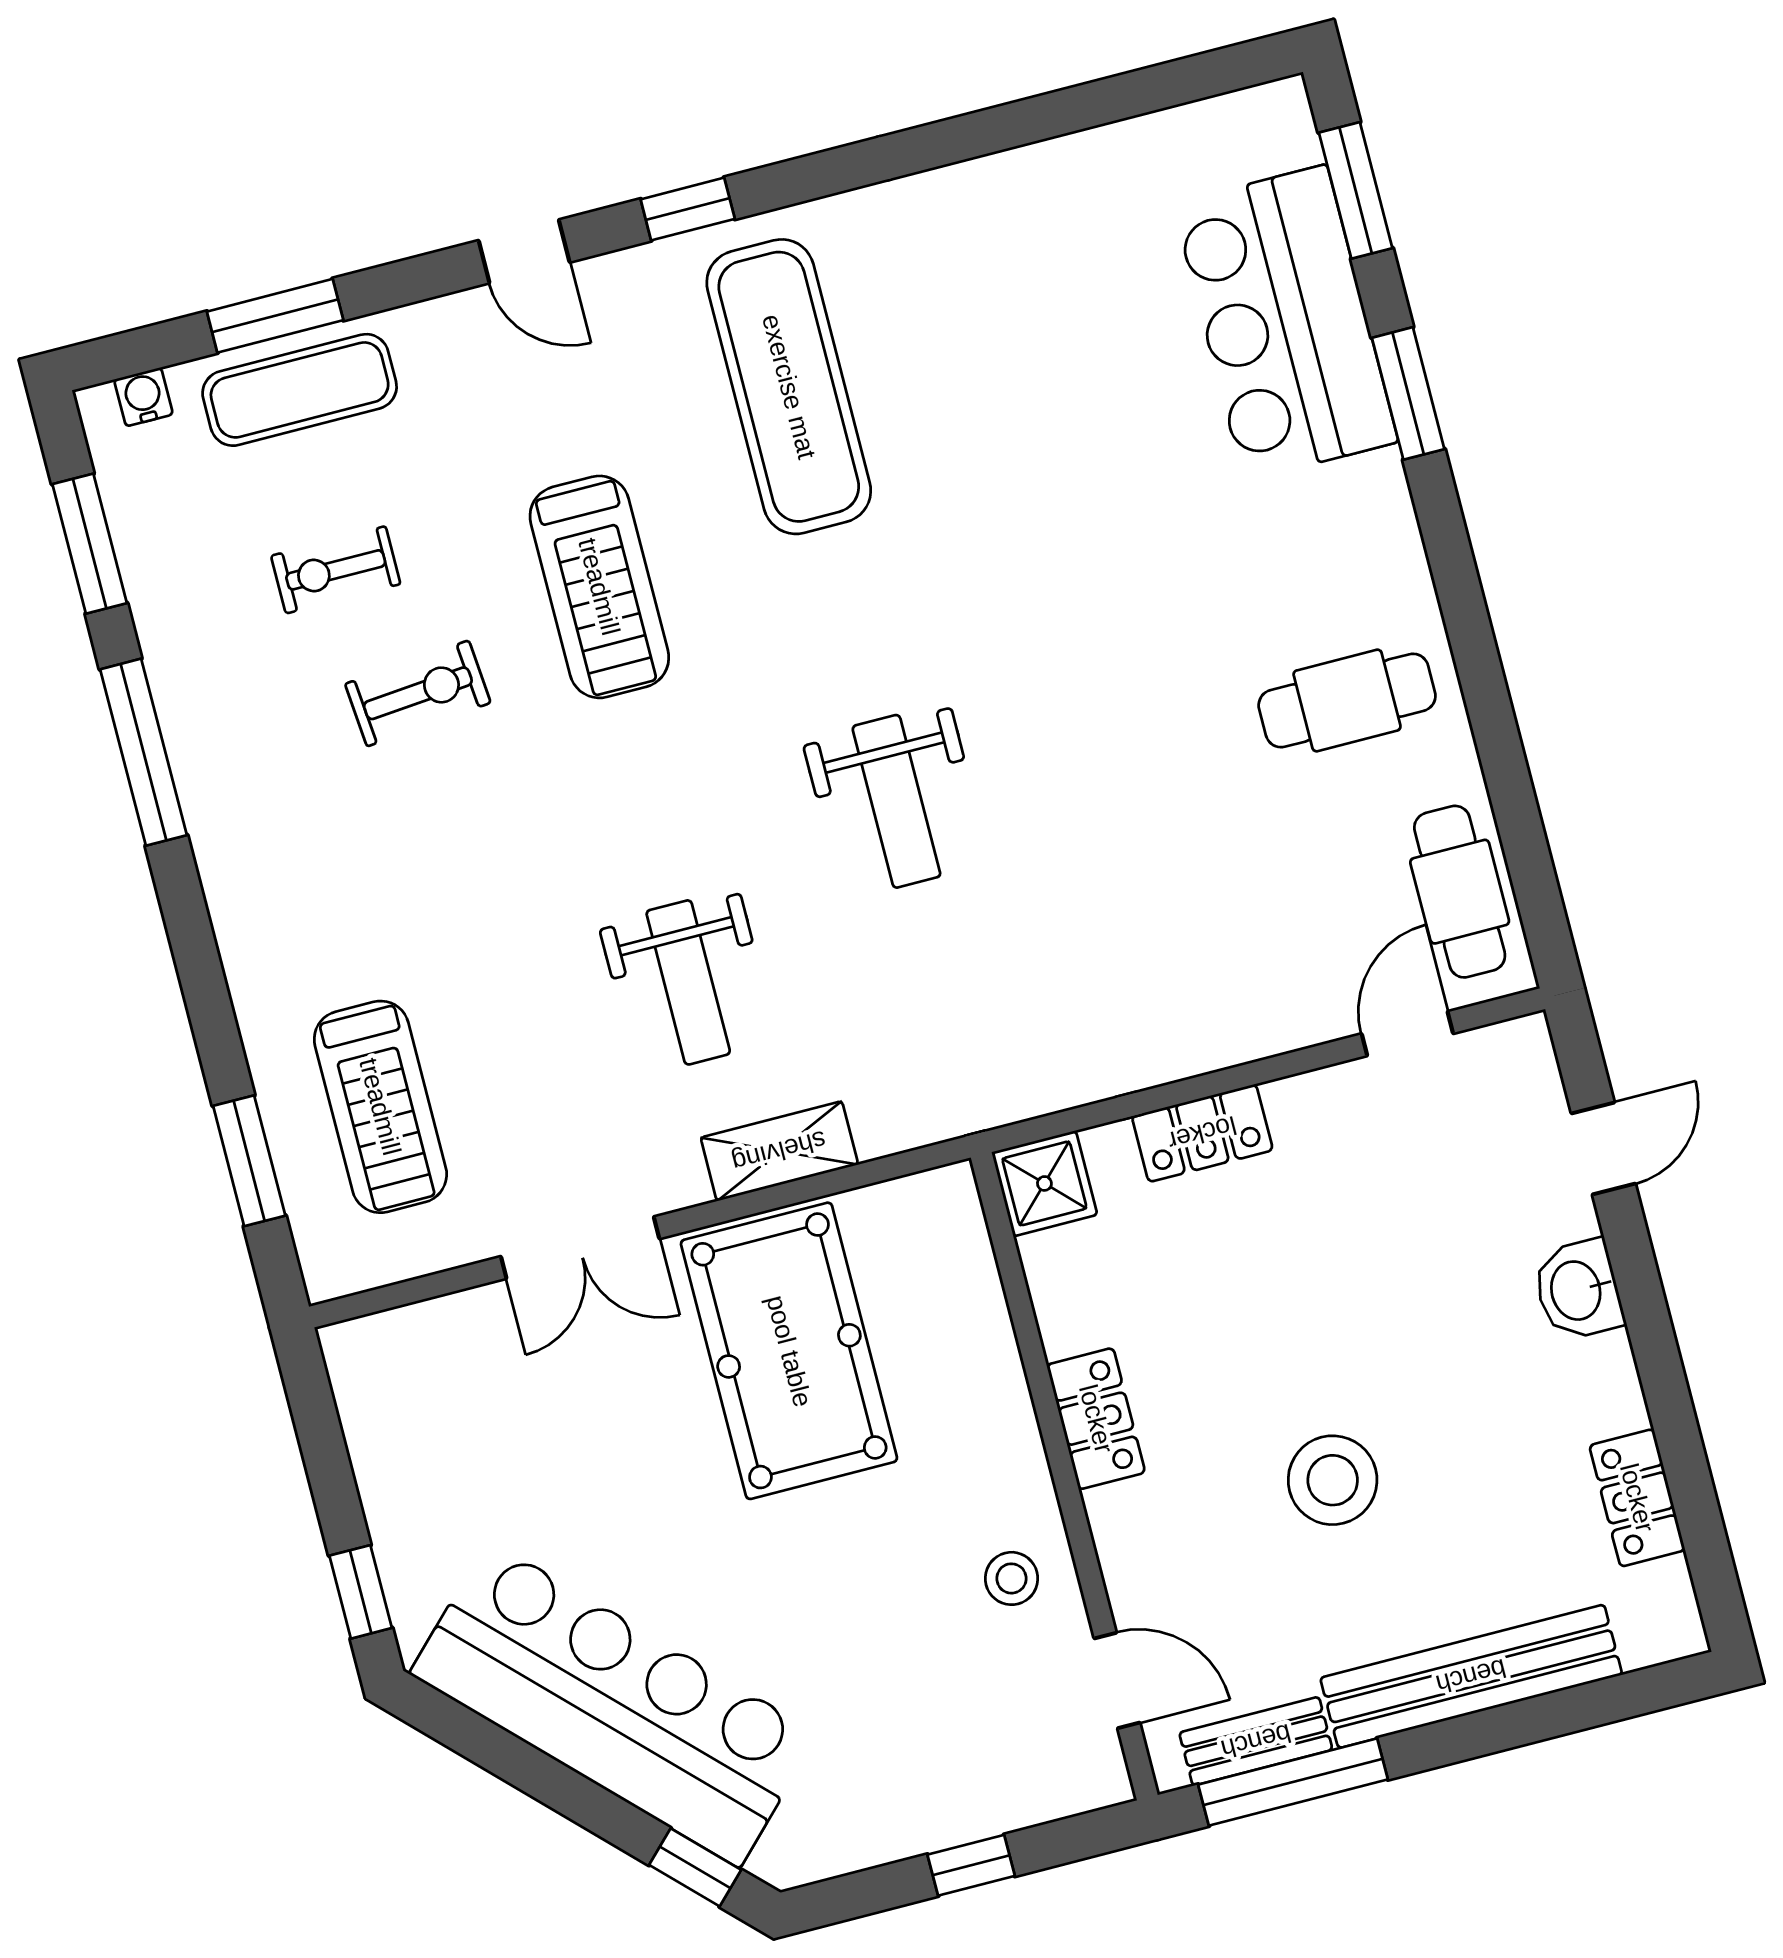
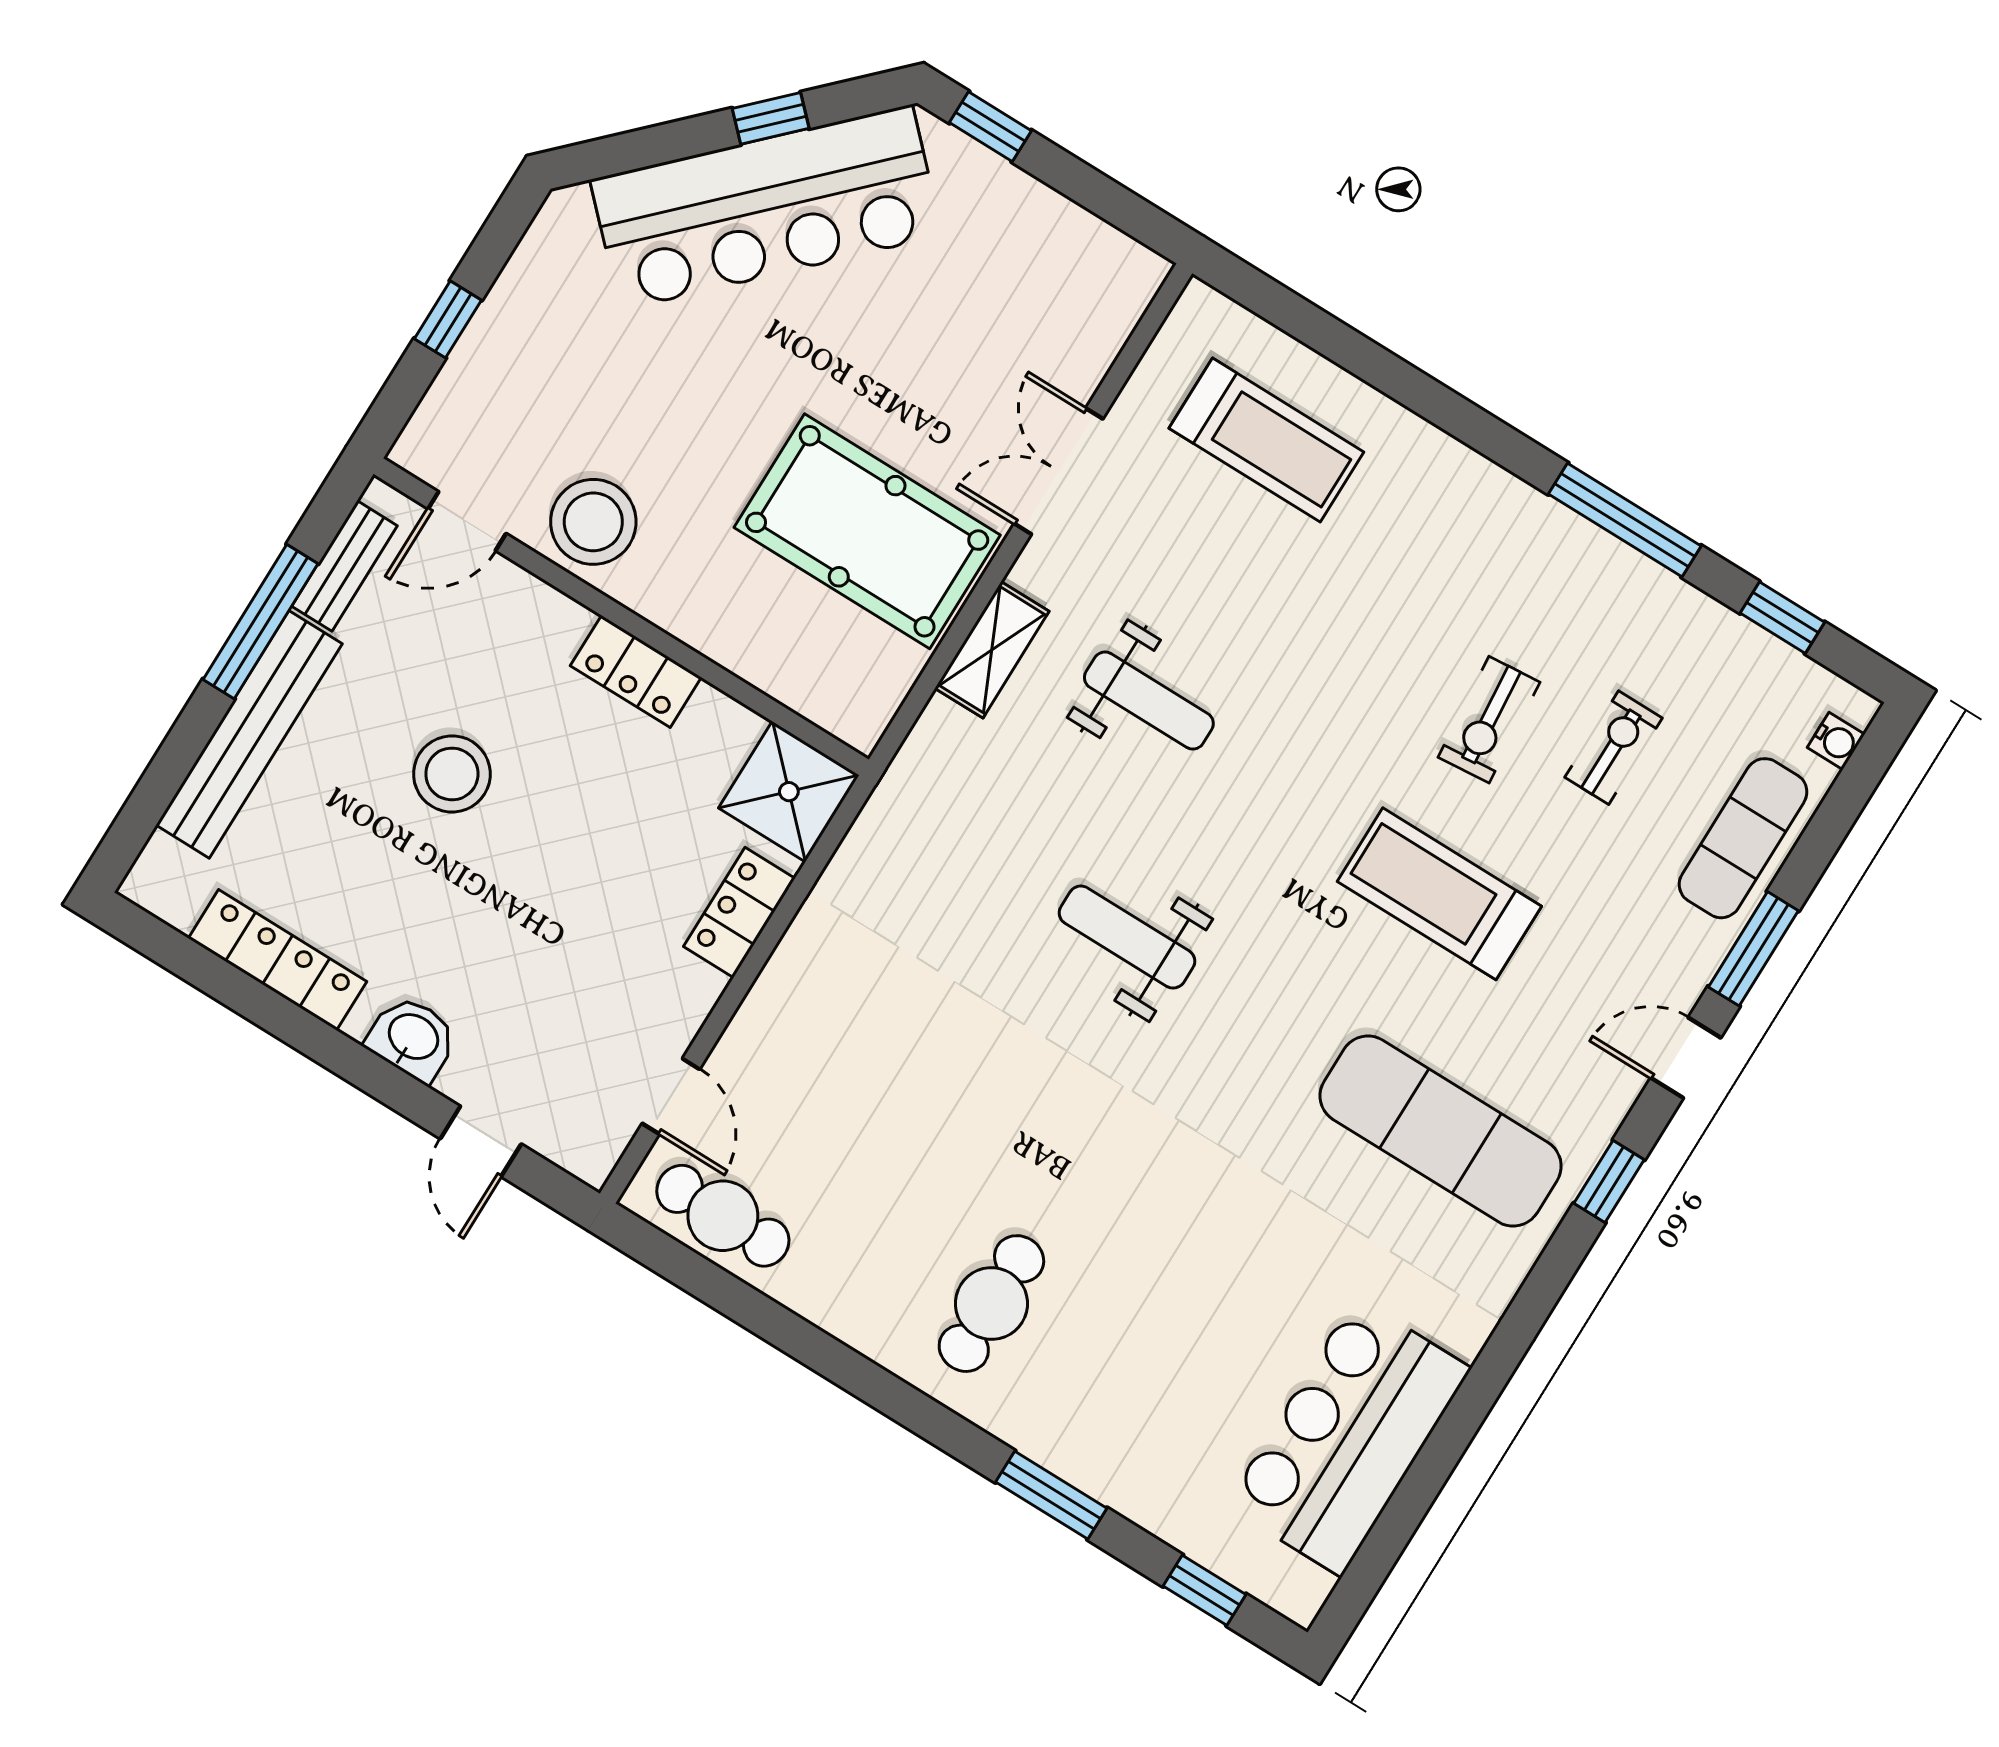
window: (1356, 190) -> (1205, 1590), width x0.67
window: (275, 316) -> (1753, 949), moved
bar counter: (1285, 323) -> (1348, 1437), moved, turned -90
window: (90, 544) -> (1782, 618), width x0.67
cafe table: (1347, 700) -> (991, 1304), moved
weight bench: (688, 982) -> (1149, 701), turned 180
treadmill: (380, 1107) -> (1266, 440), turned 180
window: (249, 1161) -> (1316, 329), removed
shower: (1044, 1183) -> (789, 792), width x1.36, depth x1.36
locker: (1637, 1498) -> (278, 960), width x1.53
stool: (1011, 1578) -> (593, 522), width x1.89, depth x1.89
window: (1293, 1782) -> (261, 622), moved
window: (695, 1867) -> (771, 118), moved

